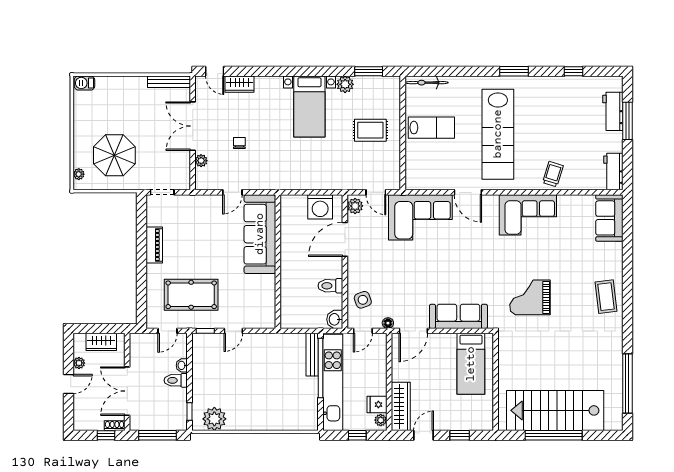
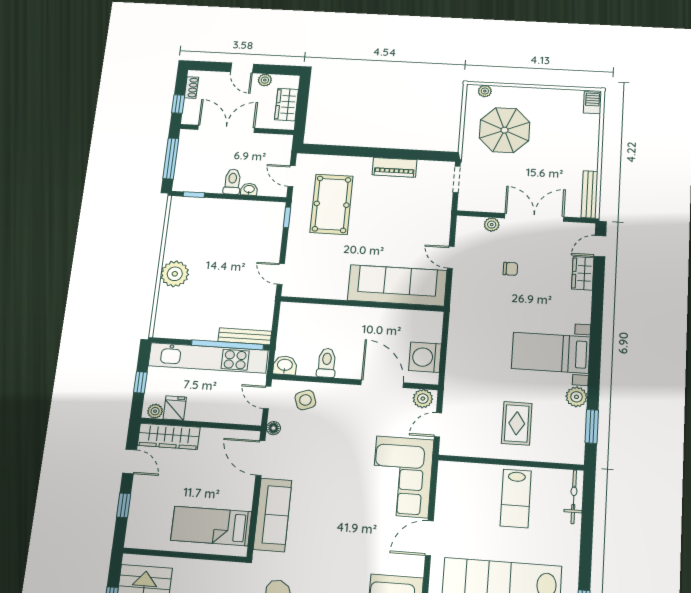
door: (233, 331) -> (281, 274), moved
plant: (214, 419) -> (175, 274), moved
shoe rack: (115, 426) -> (191, 88), moved

